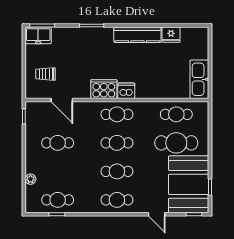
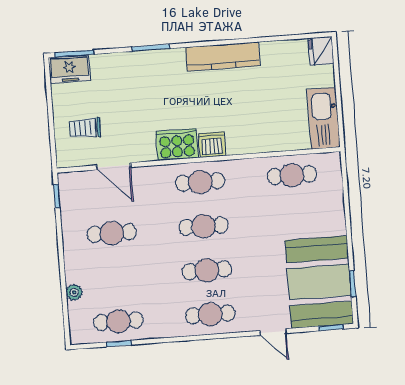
fridge: (171, 35) -> (321, 51), moved, turned 90
cafe table: (176, 143) -> (295, 219), removed

